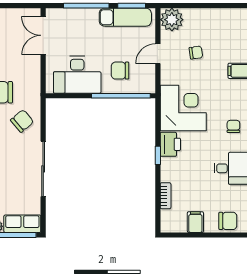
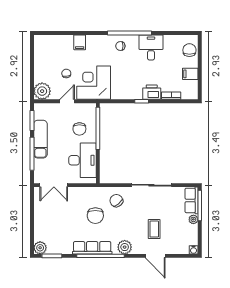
exam couch: (125, 17) -> (40, 139), moved
door: (158, 54) -> (67, 101), swing flipped
corner desk: (183, 108) -> (94, 83), moved
printer: (170, 144) -> (152, 92), moved

